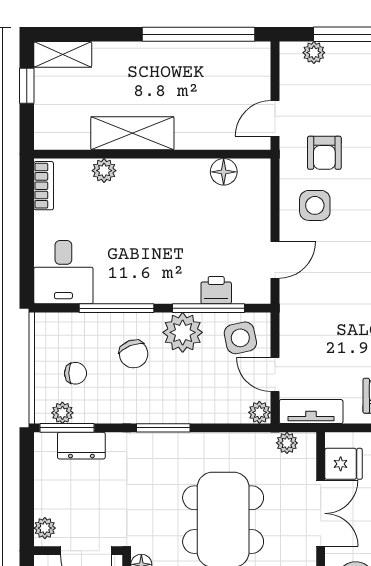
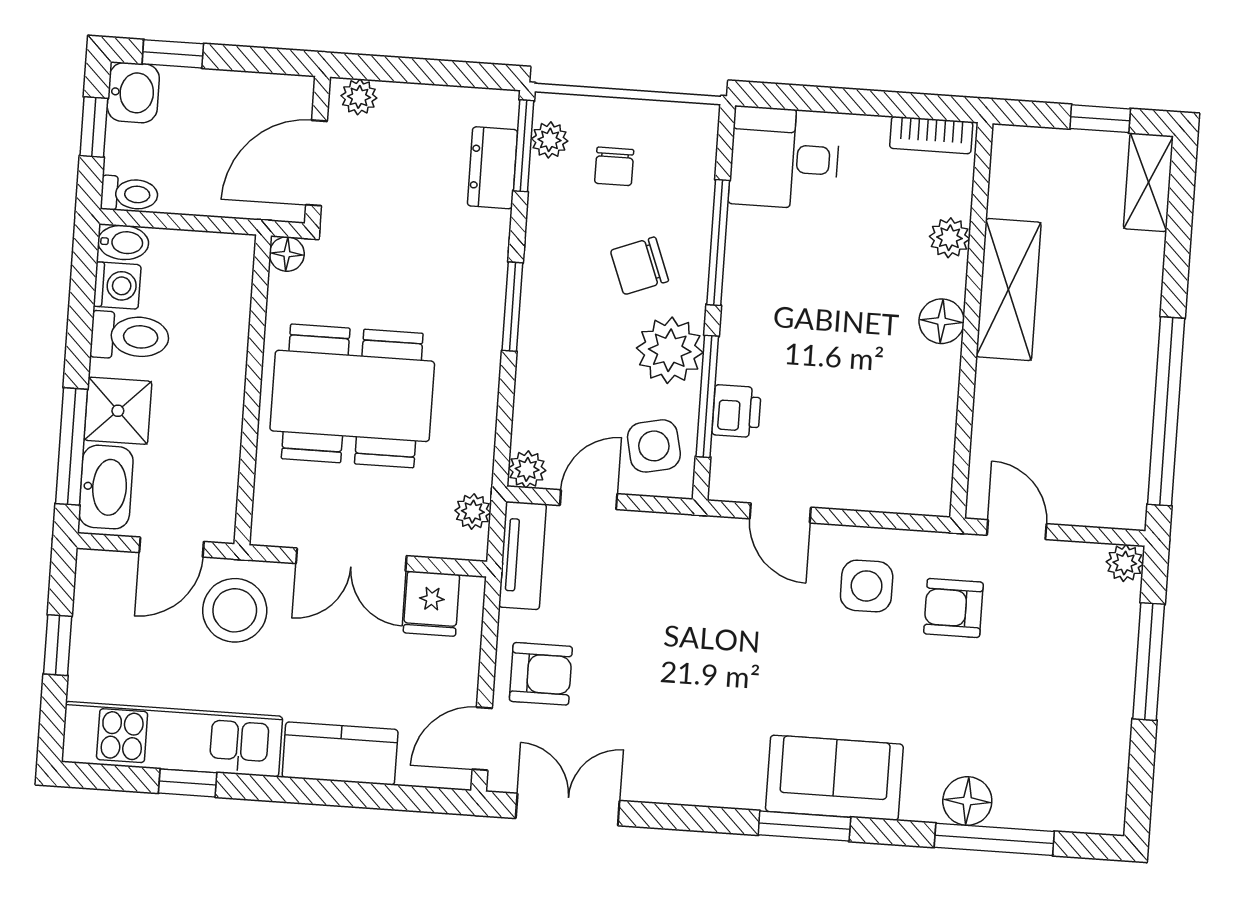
plant: (314, 53) -> (1125, 563), moved
floor lamp: (224, 172) -> (942, 321), moved

